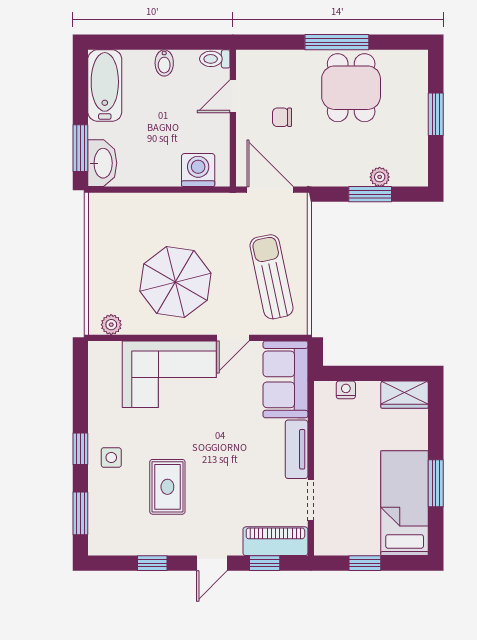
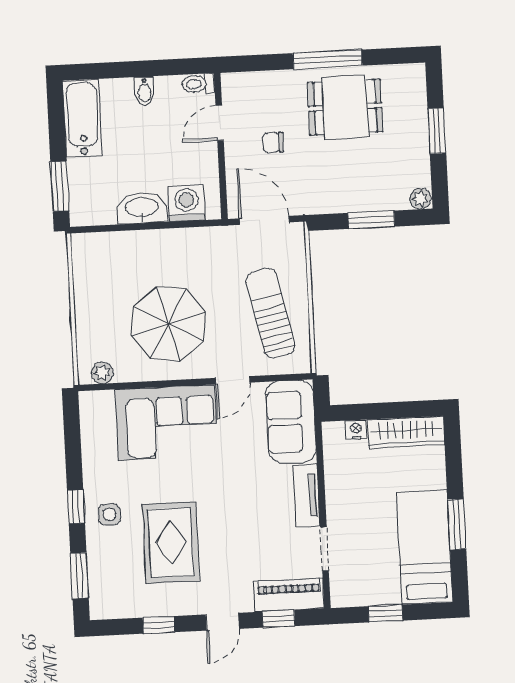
dining table: (351, 88) -> (345, 107), turned 90
washbasin: (102, 163) -> (142, 208), moved, turned -90
plant: (380, 177) -> (420, 199), moved
wardrobe: (405, 395) -> (406, 432), width x1.50
rug: (167, 487) -> (171, 543), width x1.36, depth x1.43

